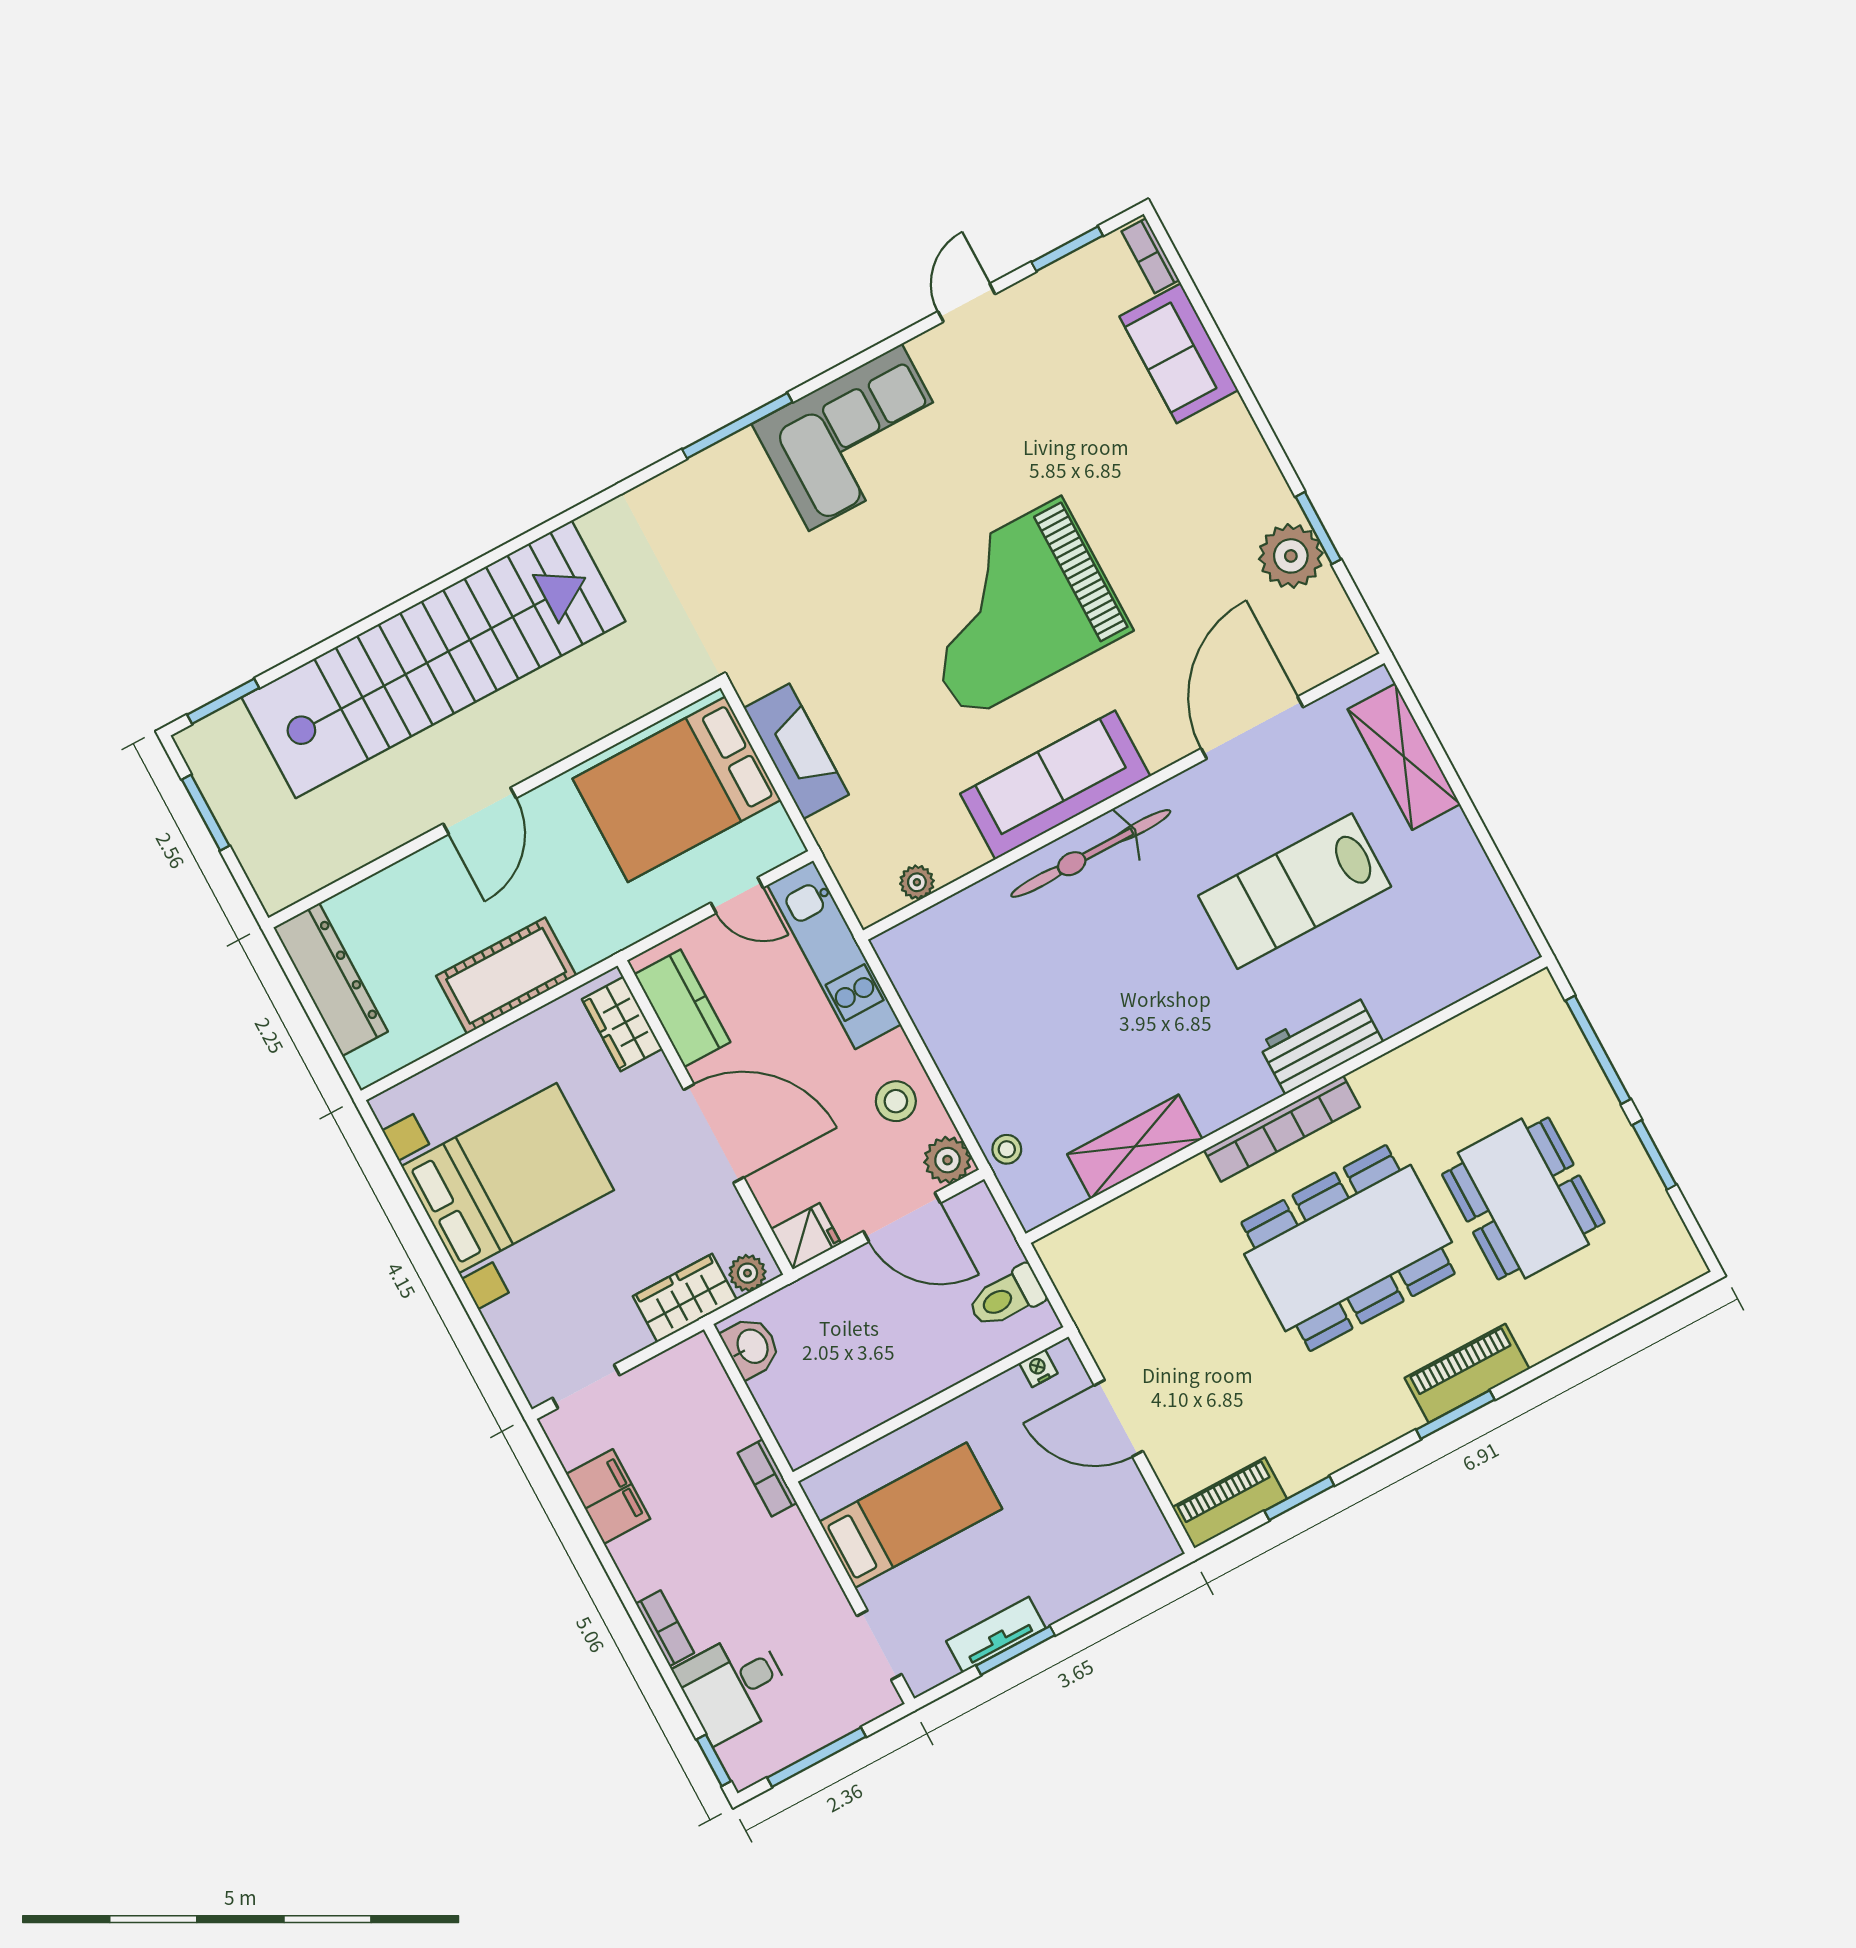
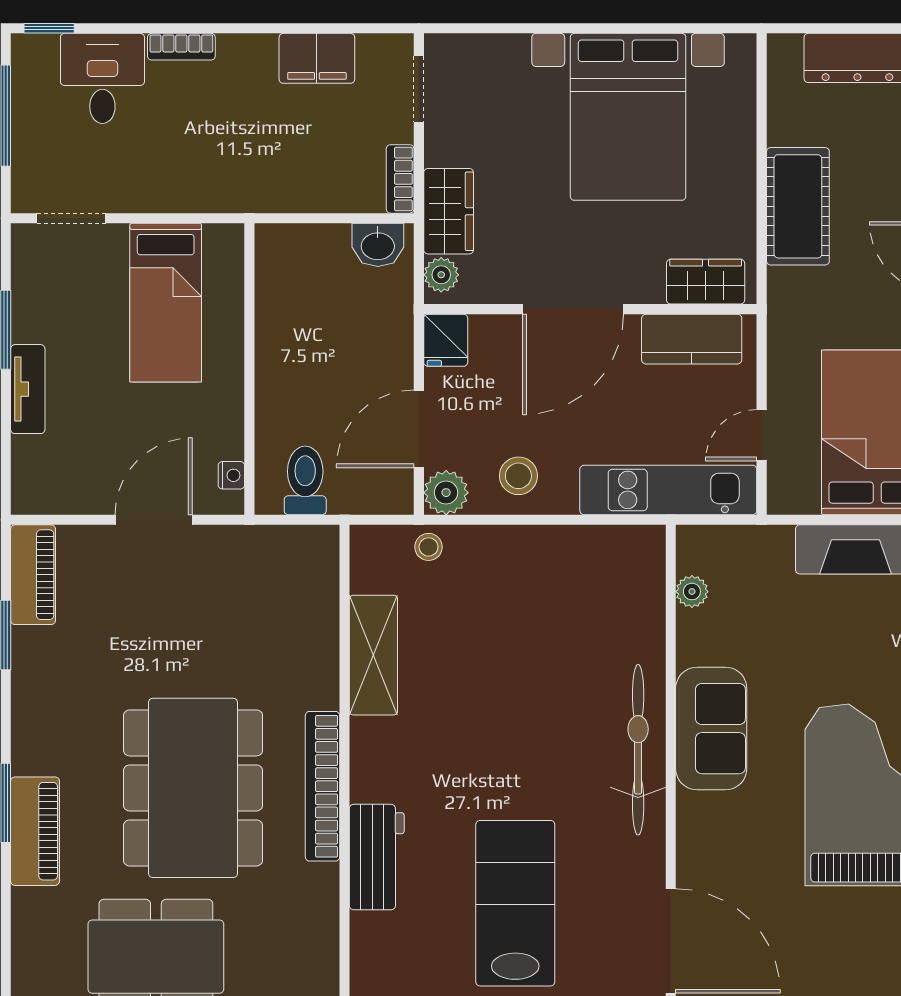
sofa: (1055, 785) -> (711, 729), width x0.73
bookcase: (767, 1478) -> (400, 179), moved, turned -90
tv unit: (996, 1635) -> (28, 389), moved

